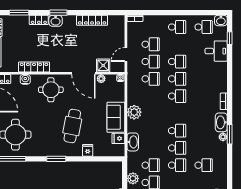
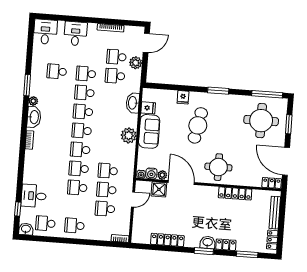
water cooler: (25, 79) -> (151, 173), moved
school desk: (177, 113) -> (82, 131), added
window: (230, 134) -> (27, 85), moved

